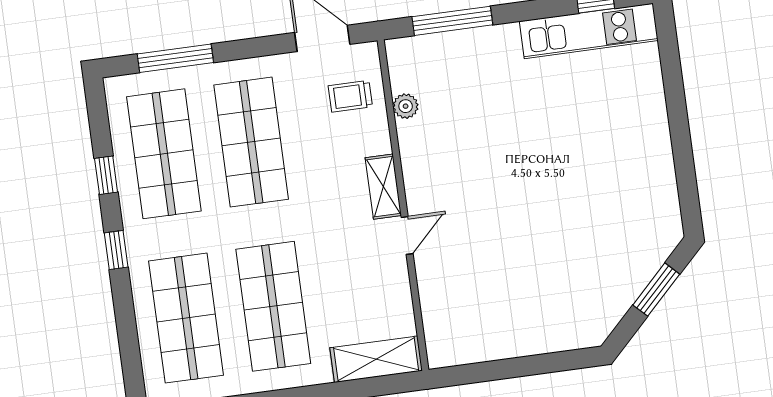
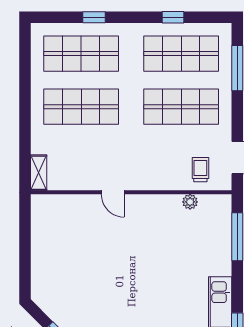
shelving: (383, 187) -> (144, 182), removed
window: (116, 250) -> (94, 17), moved
shelving: (376, 359) -> (39, 173), width x0.67, depth x0.75

